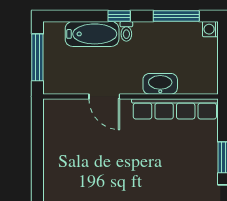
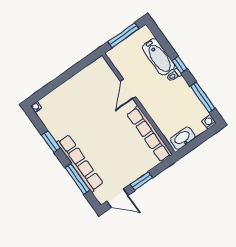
washbasin: (160, 84) -> (183, 138), moved, turned -90

